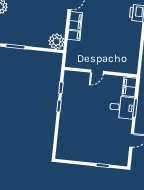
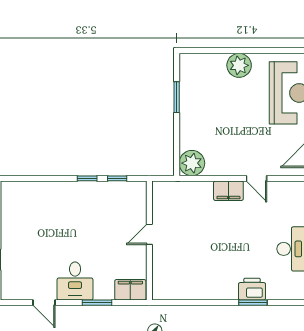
filing cabinet: (74, 35) -> (205, 191), removed
door: (97, 72) -> (149, 234), hinge flipped
desk: (122, 107) -> (75, 281), moved

